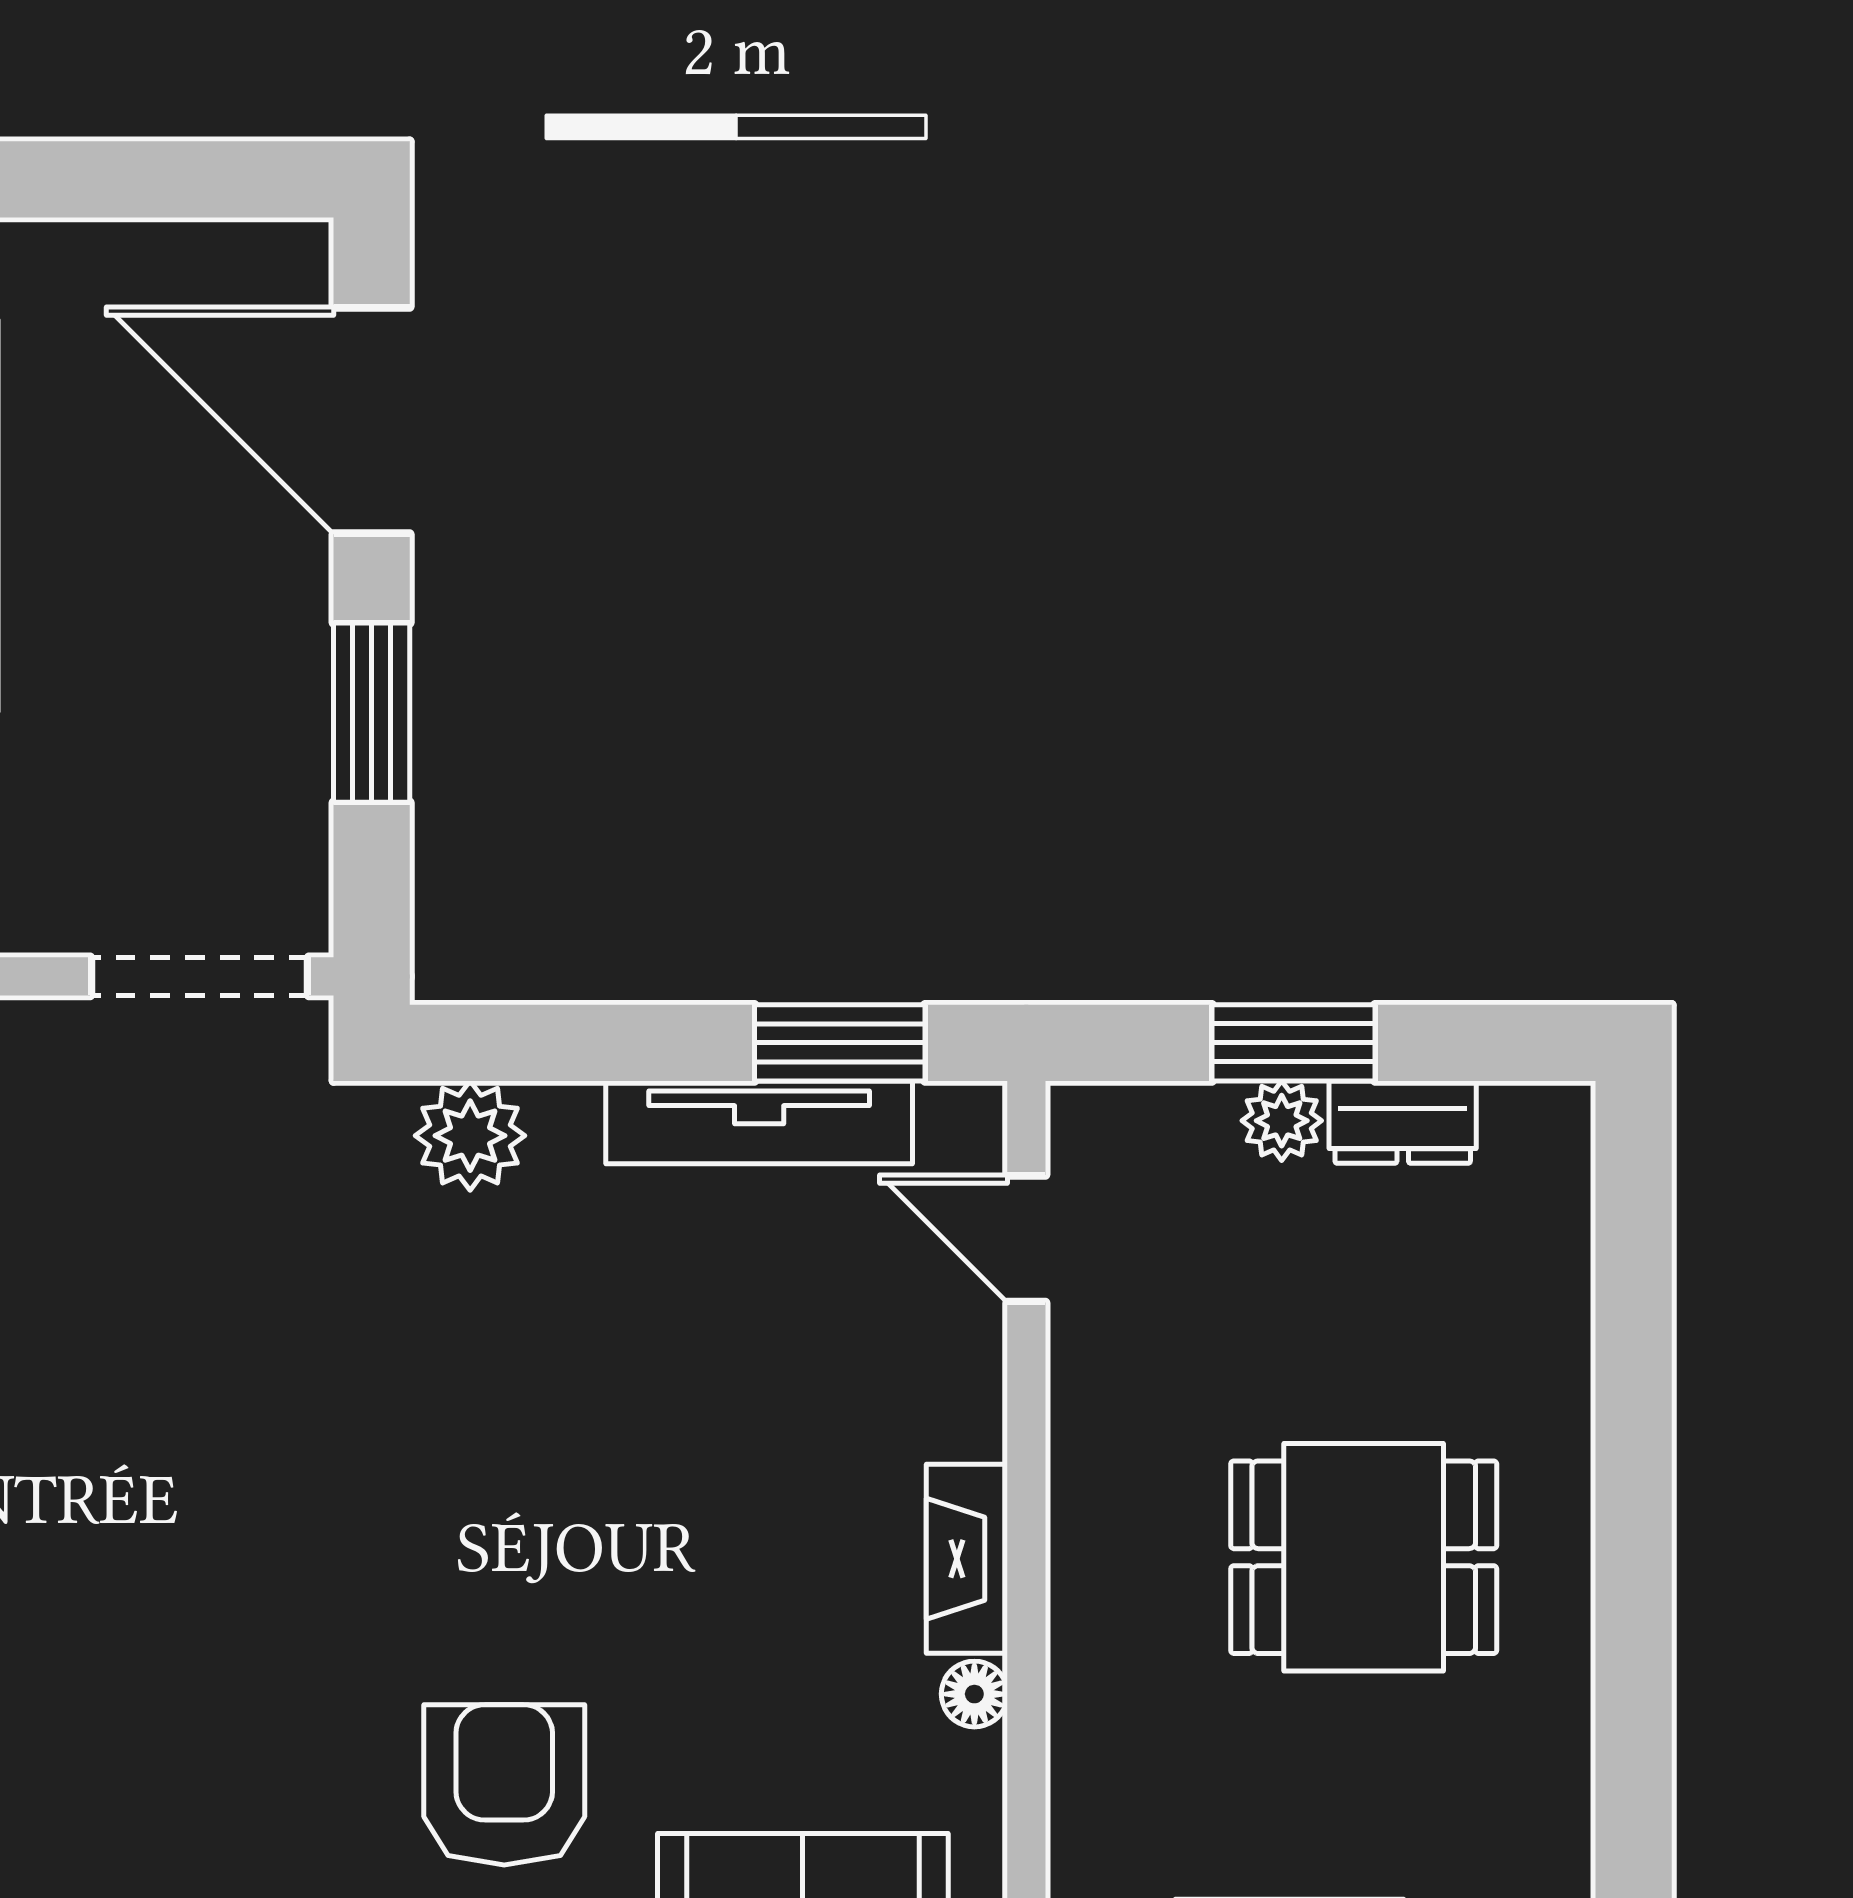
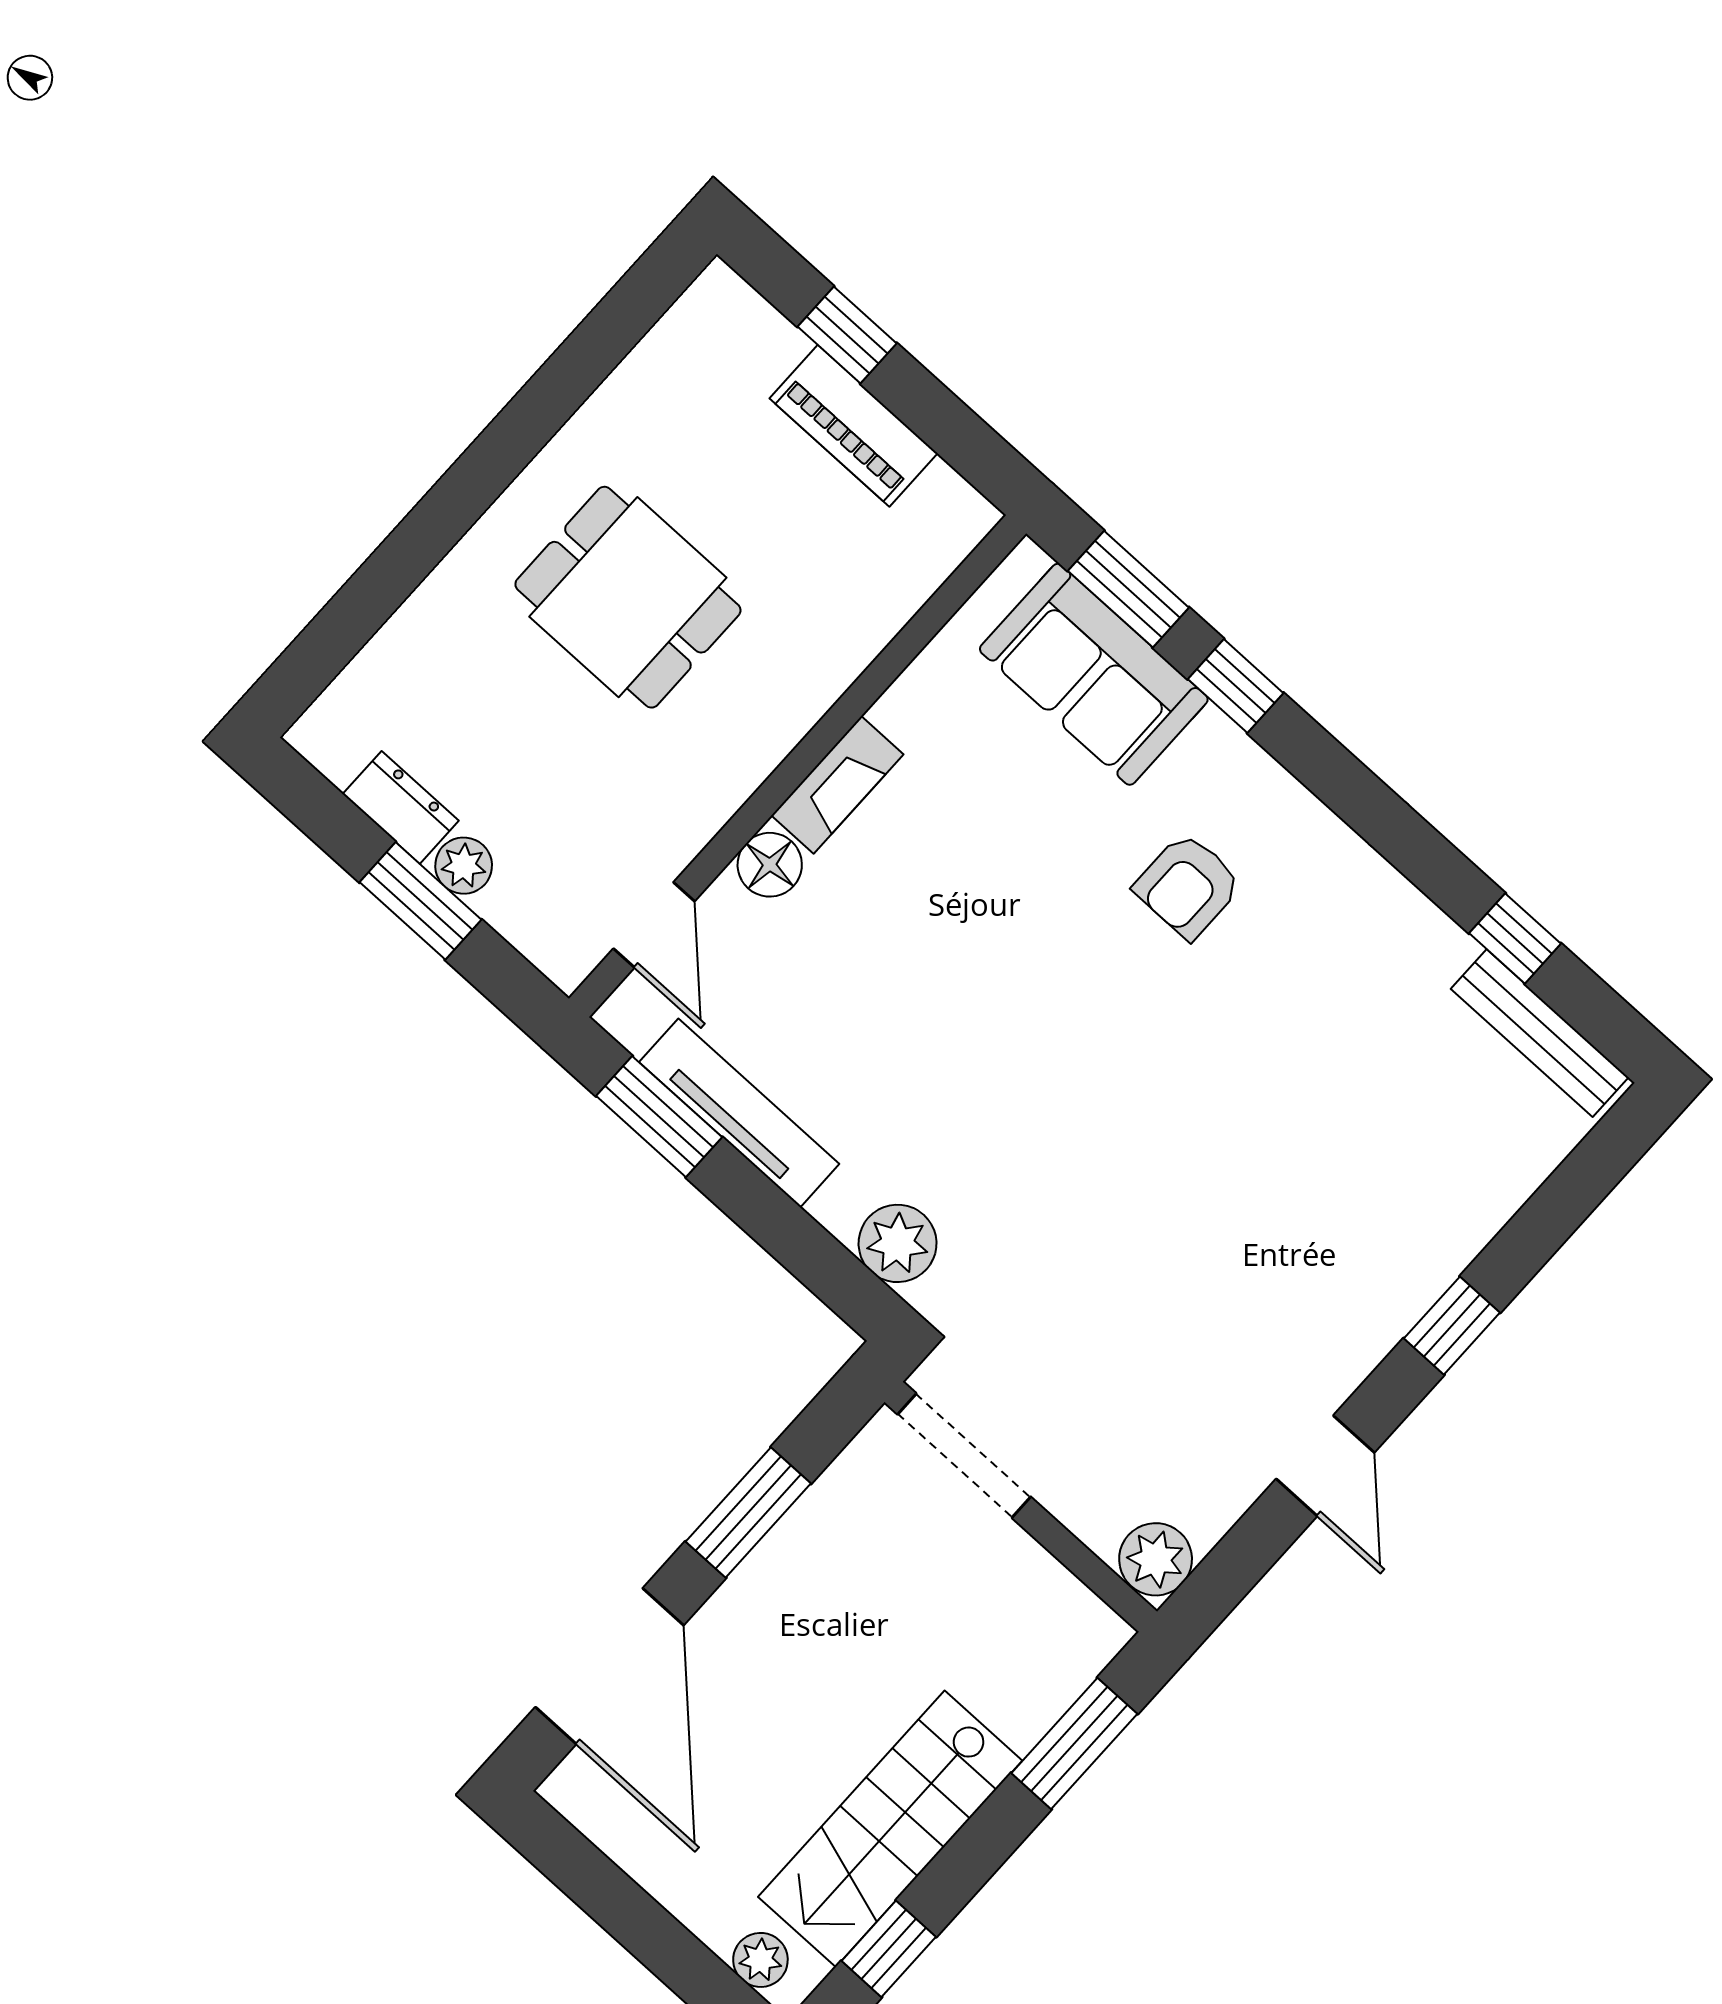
floor lamp: (974, 1694) -> (770, 865), moved, width x1.37, depth x1.37
armchair: (504, 1785) -> (1188, 886), width x0.72, depth x0.72

